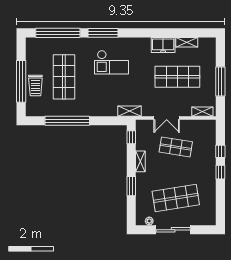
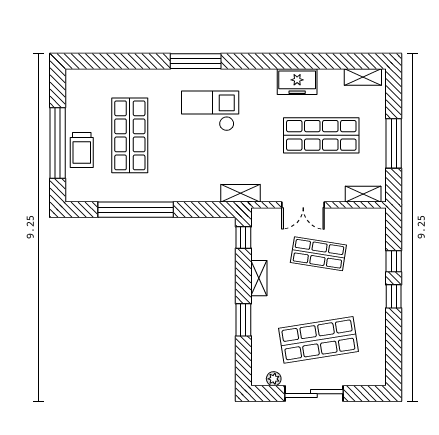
window: (58, 33) -> (119, 61), removed
shelving: (187, 42) -> (363, 77), moved
checkout: (112, 62) -> (210, 111), turned 180

